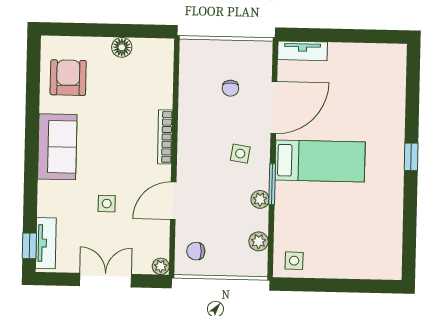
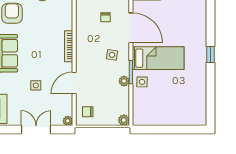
door: (274, 107) -> (131, 28), hinge flipped
plant: (259, 241) -> (124, 120), moved
side table: (294, 261) -> (142, 82), moved

